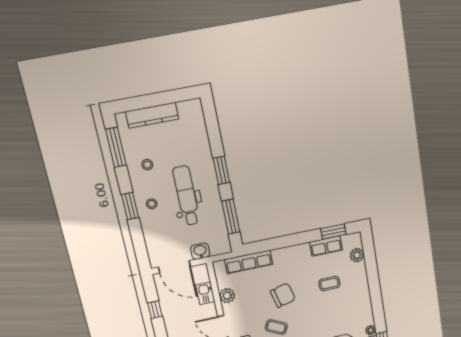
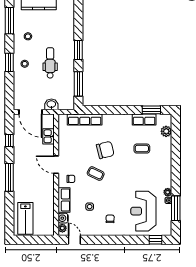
dental chair: (186, 196) -> (50, 63), width x0.73, depth x0.72
plant: (227, 296) -> (64, 141), removed

